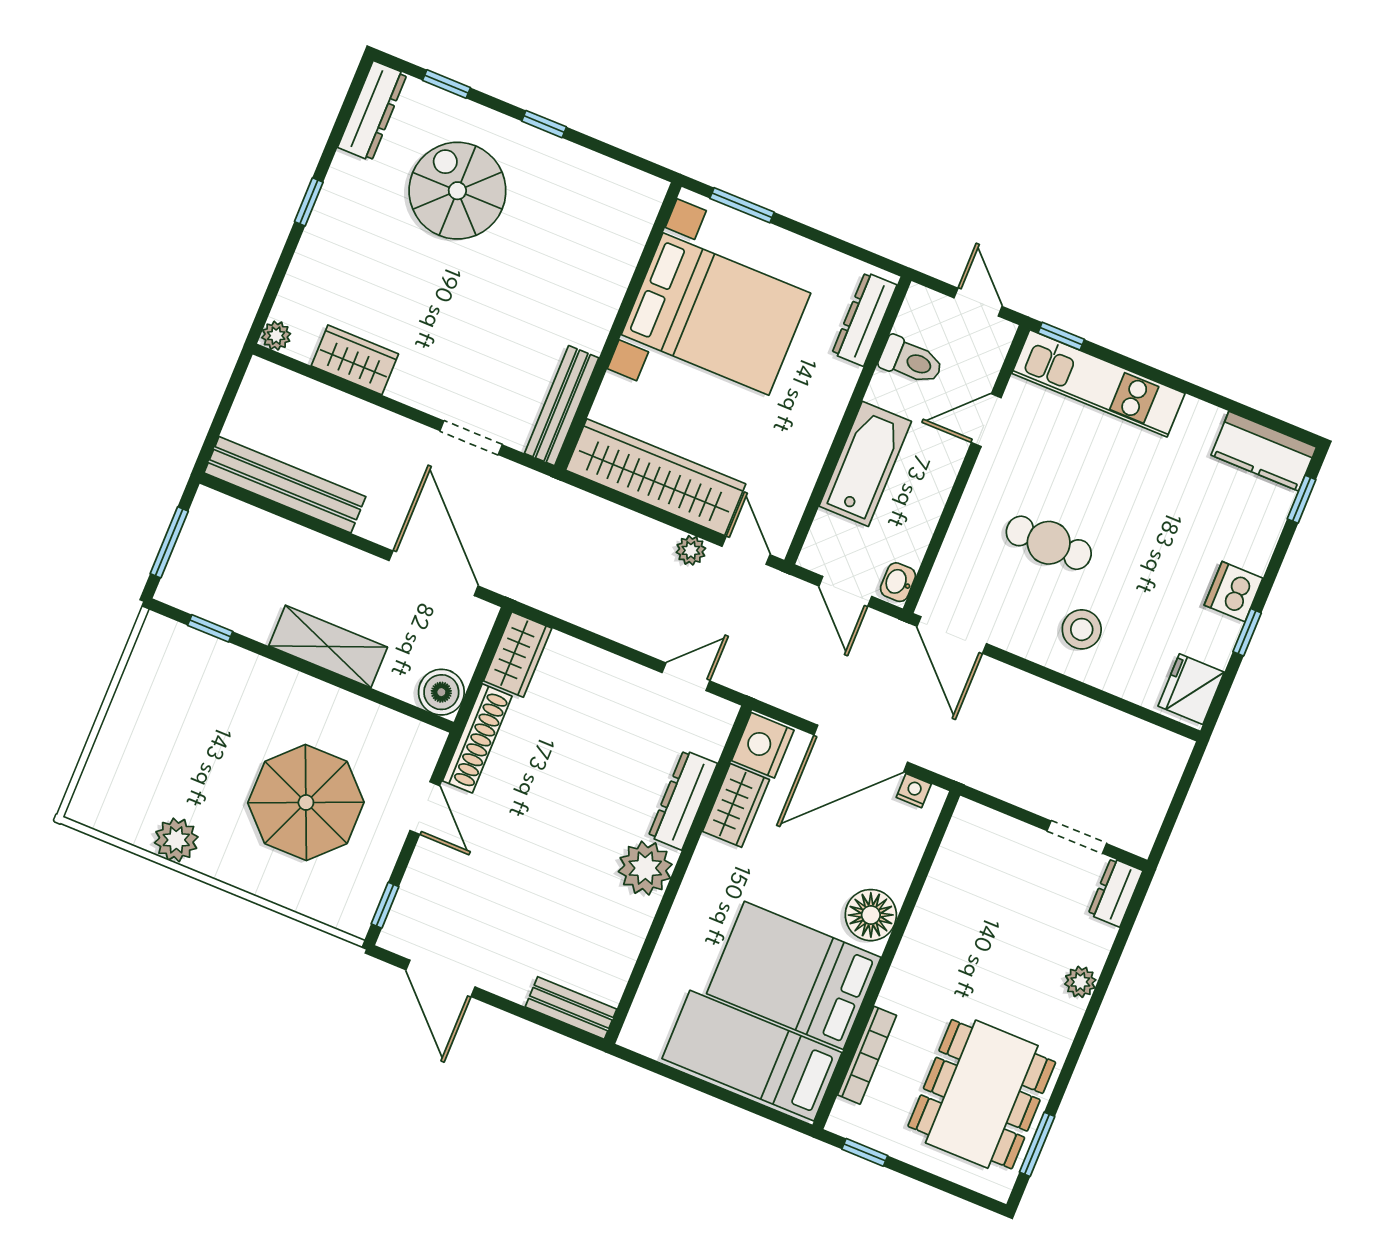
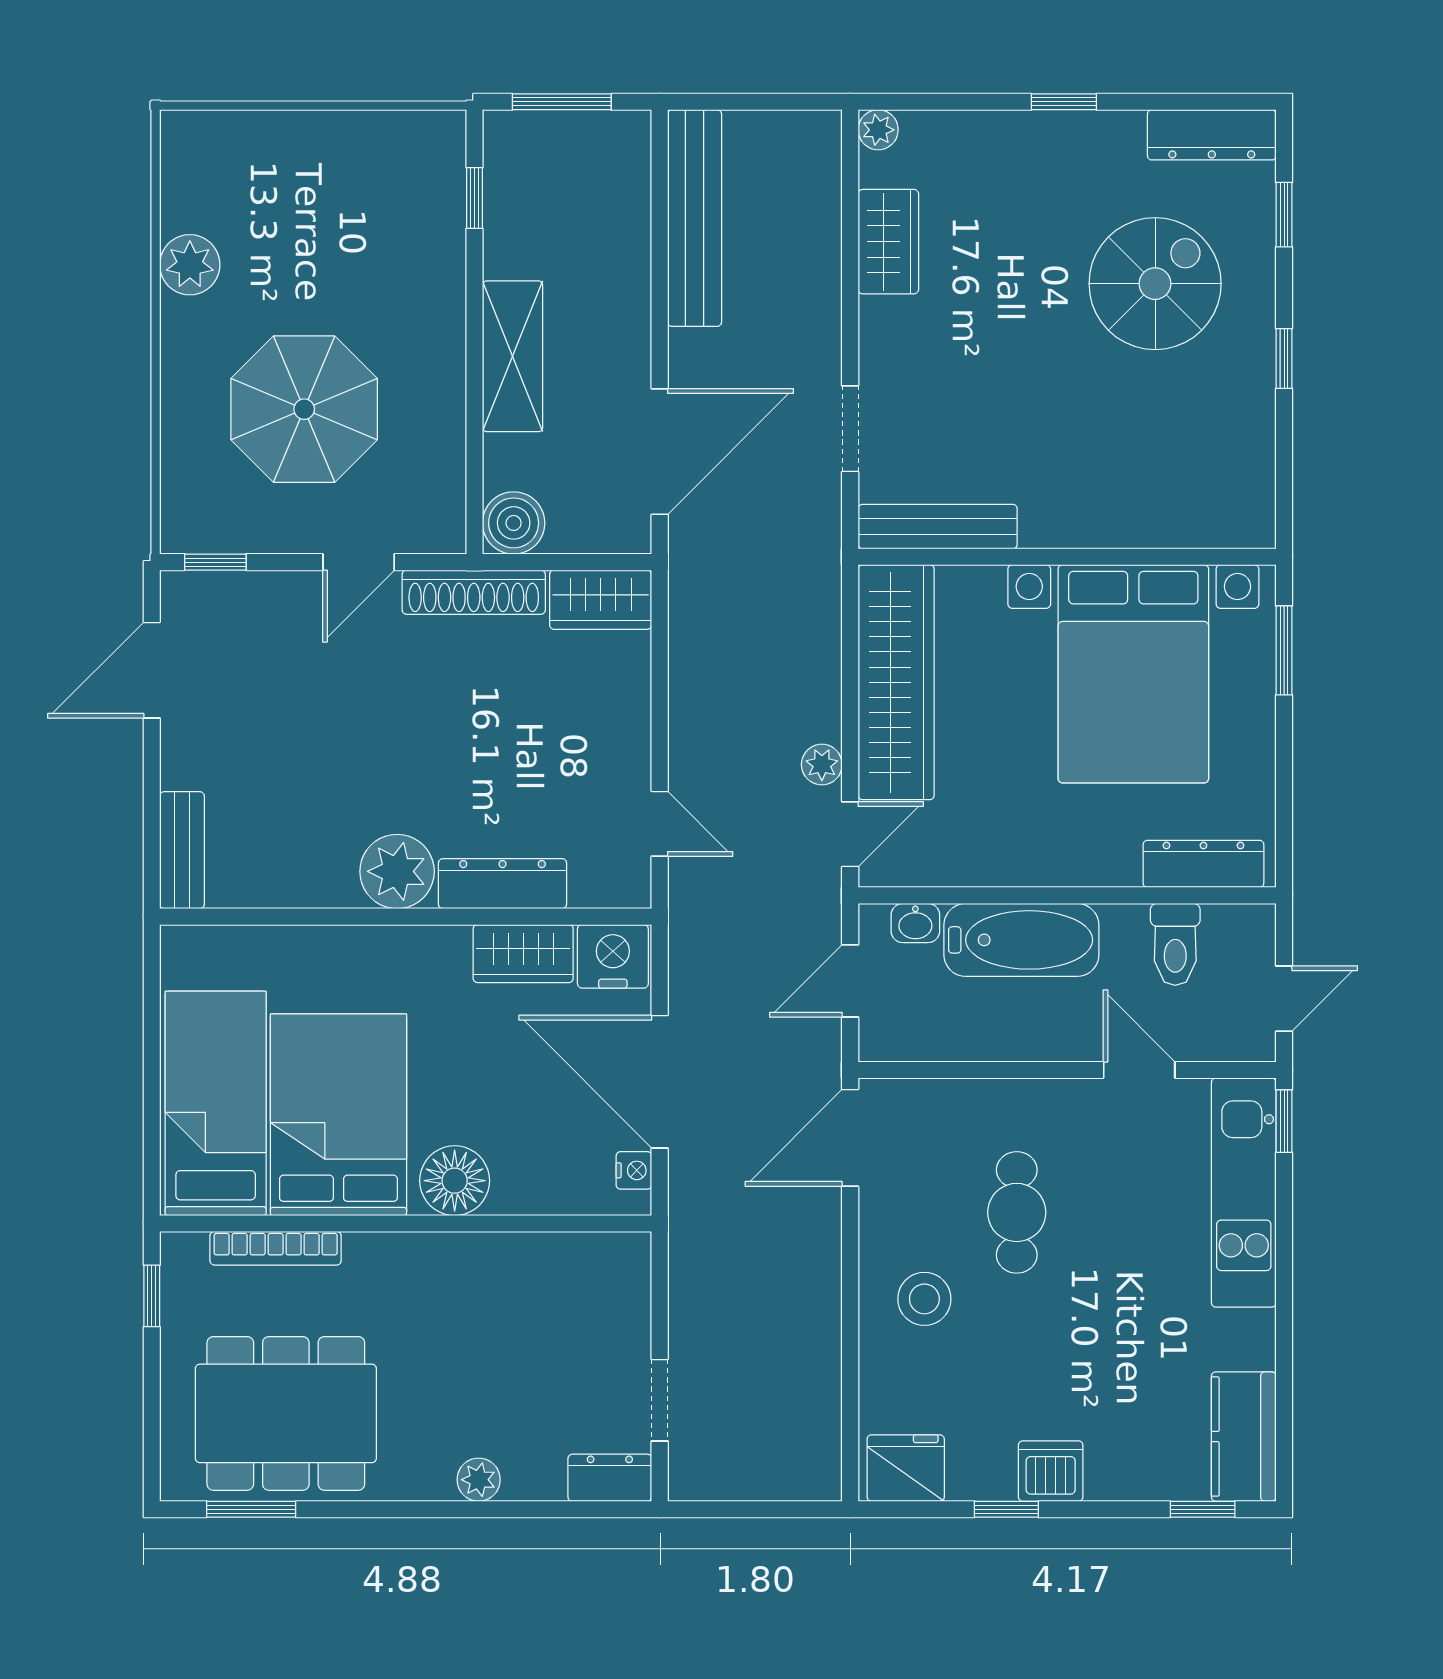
washbasin: (898, 582) -> (915, 923), moved, turned 180

